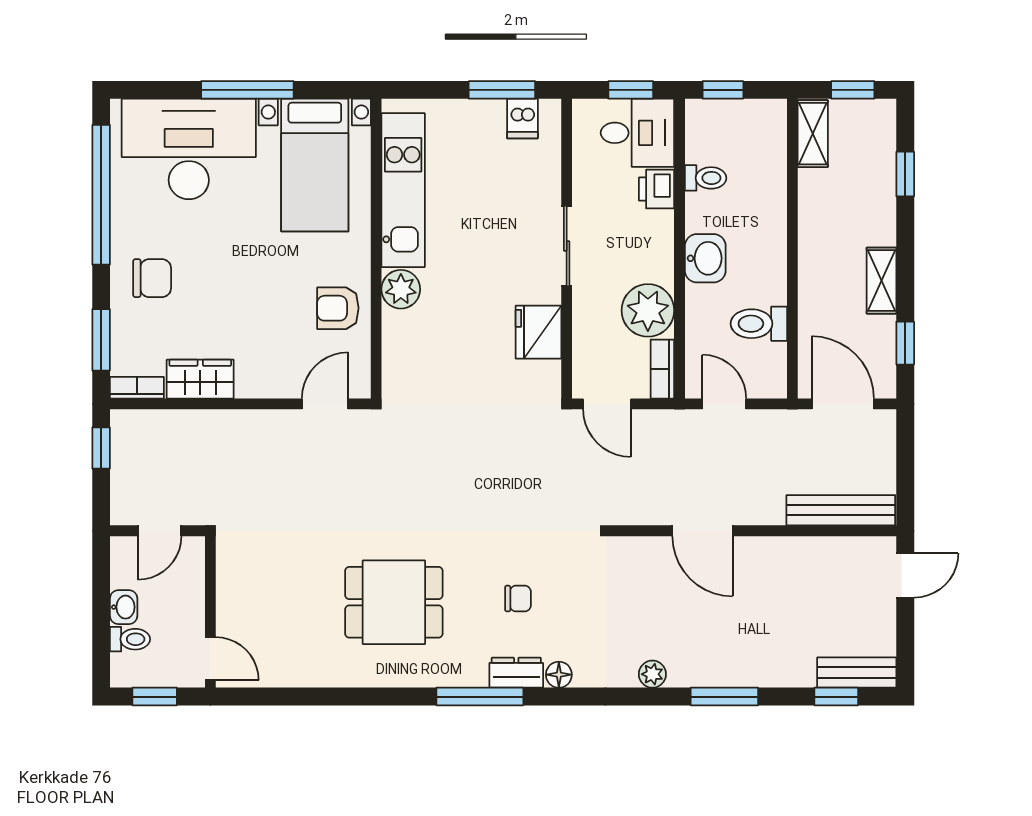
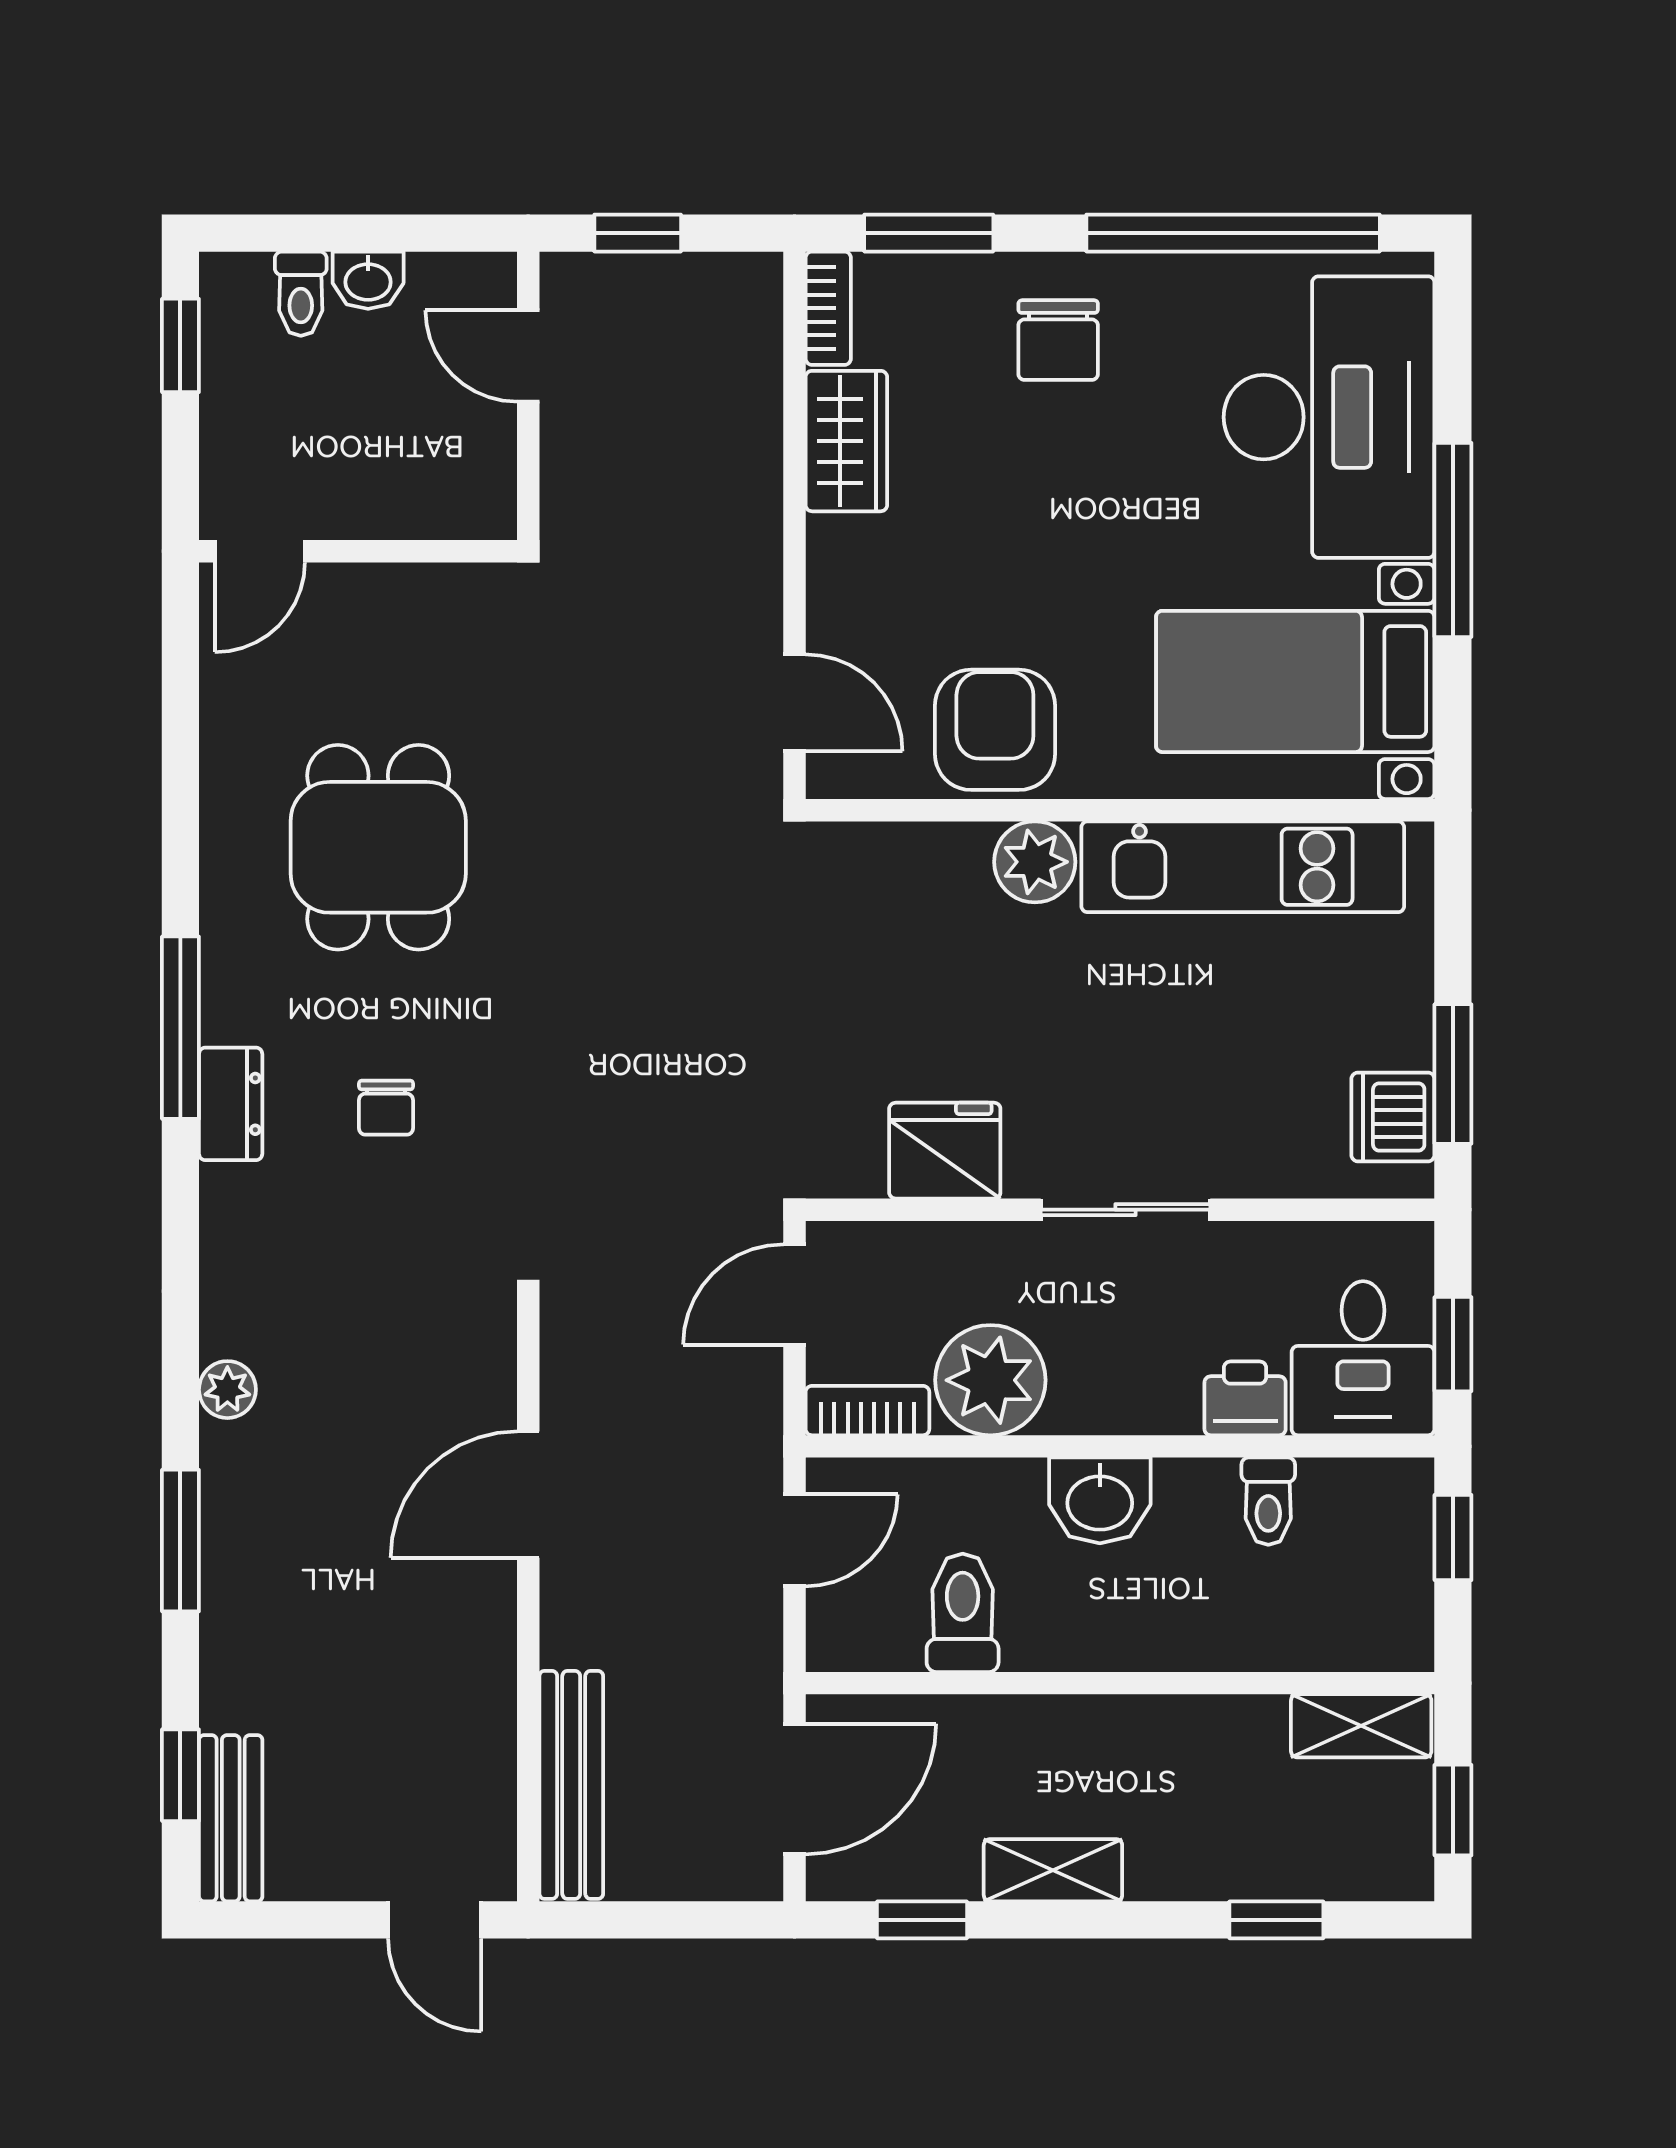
dishwasher: (522, 119) -> (1393, 1117), width x1.38
armchair: (338, 308) -> (995, 730), width x1.38, depth x1.38
window: (101, 448) -> (638, 233), moved
wall: (210, 612) -> (358, 551), moved
door: (210, 659) -> (260, 551), moved
floor lamp: (559, 675) -> (226, 1193), removed

